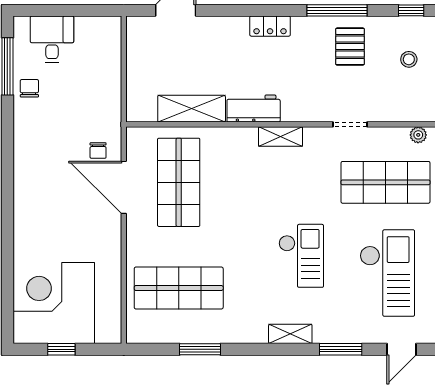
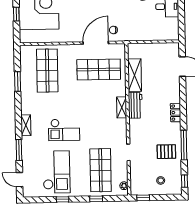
shelving: (281, 137) -> (122, 107), moved
checkout: (387, 273) -> (56, 172), turned -90

